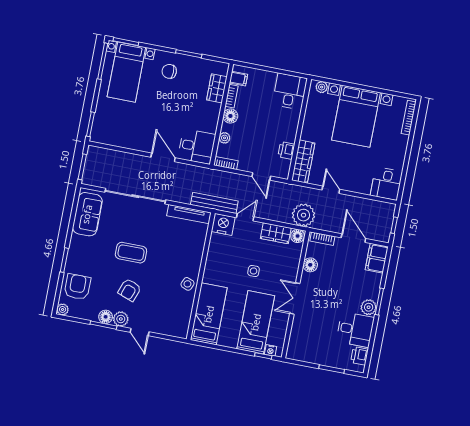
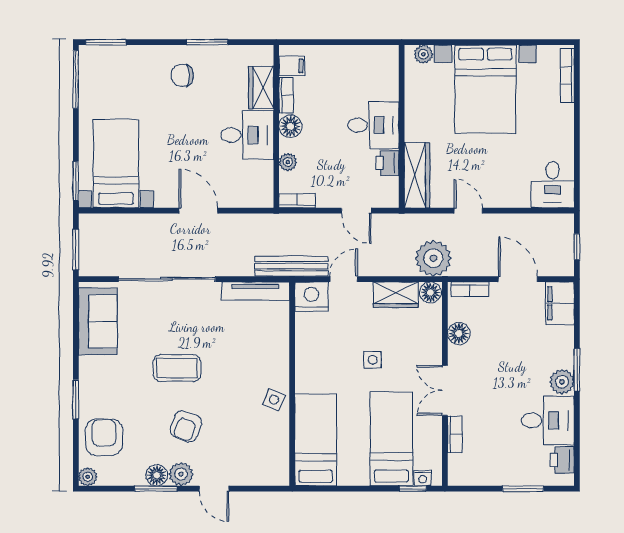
bed with nightstands: (126, 72) -> (116, 164), moved, turned 180
desk: (290, 91) -> (373, 125), moved, turned 90
desk: (197, 146) -> (247, 135), moved
bookcase: (296, 327) -> (455, 434), added

